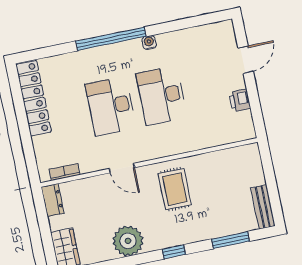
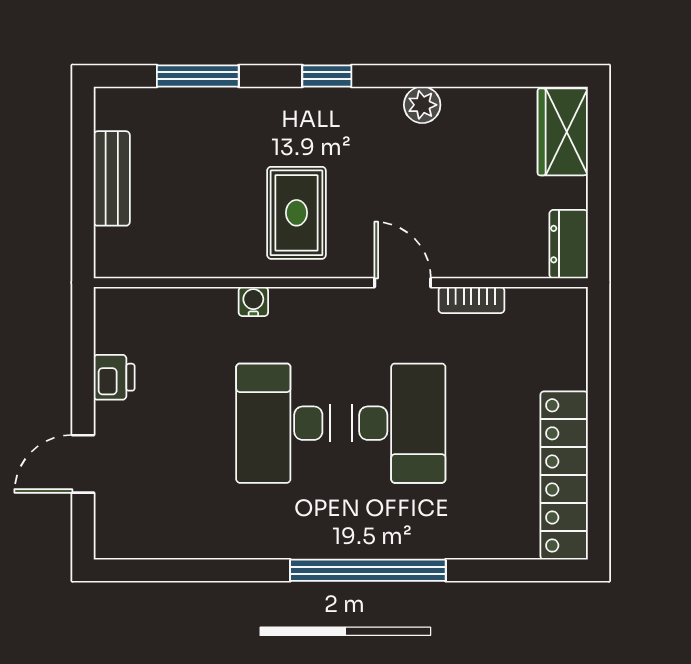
water cooler: (149, 42) -> (253, 302), moved, turned 180
desk: (162, 96) -> (283, 423), turned 180
bookcase: (65, 172) -> (471, 300), moved
bench: (263, 207) -> (112, 178), moved
plant: (128, 241) -> (422, 105), width x0.53, depth x0.53

